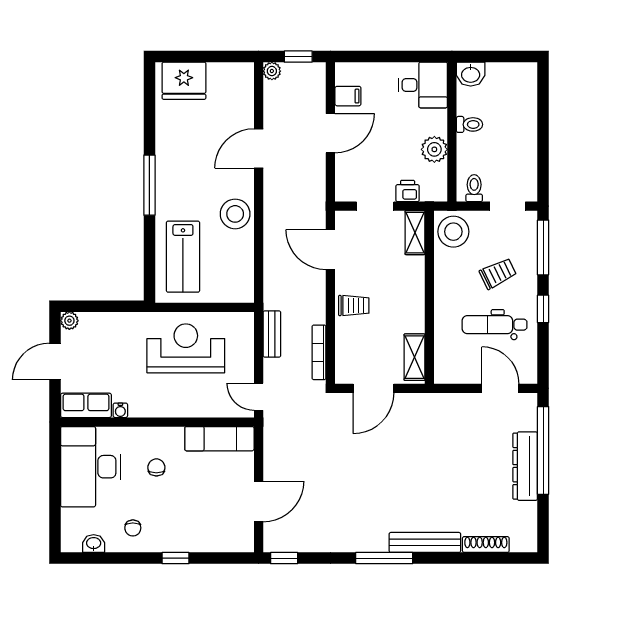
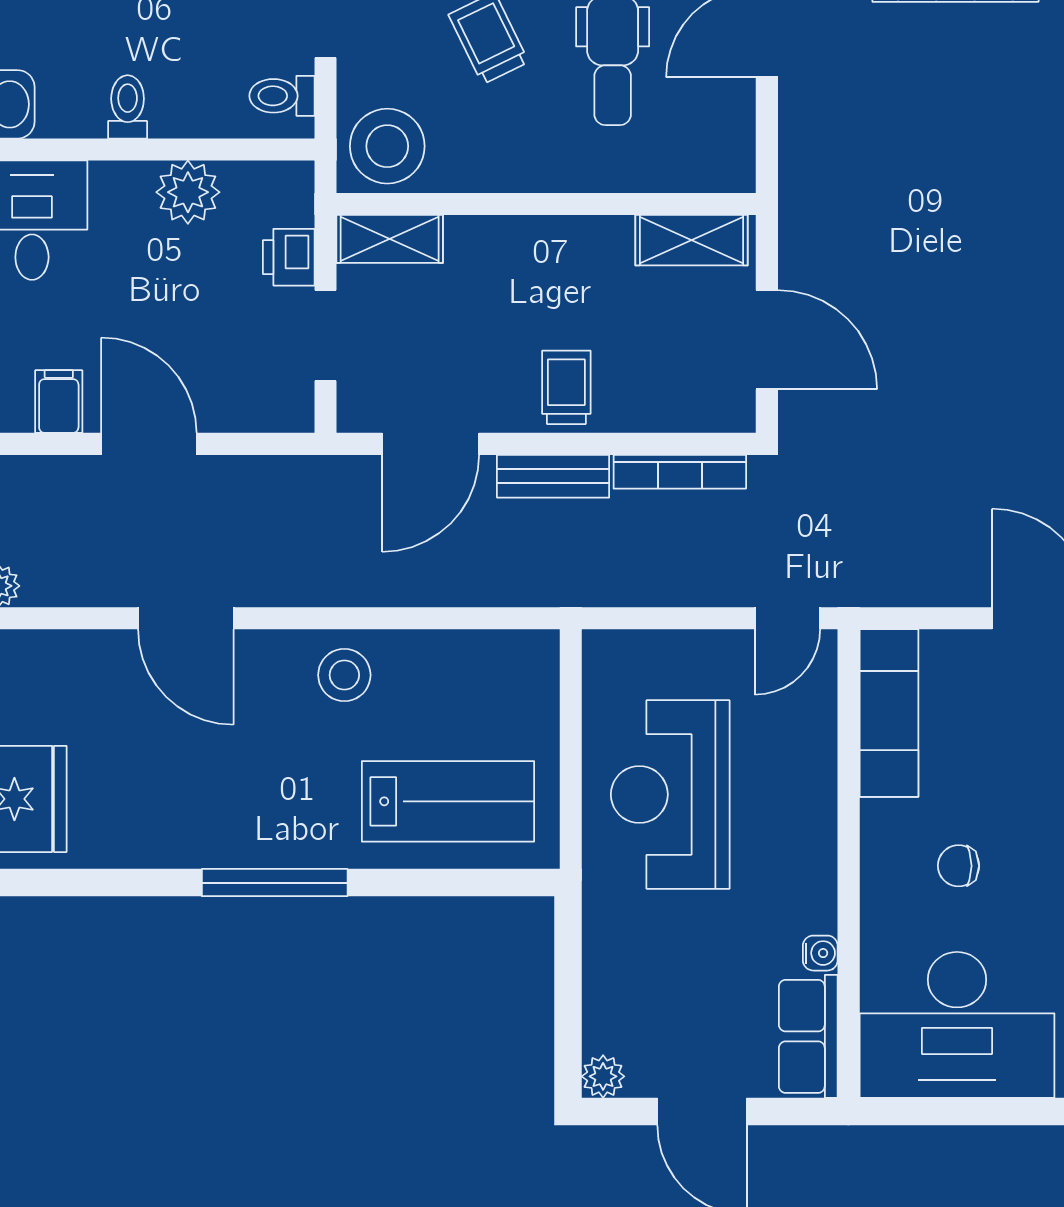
stool: (235, 214) -> (344, 675), width x0.73, depth x0.73
bench: (272, 334) -> (553, 476), moved

